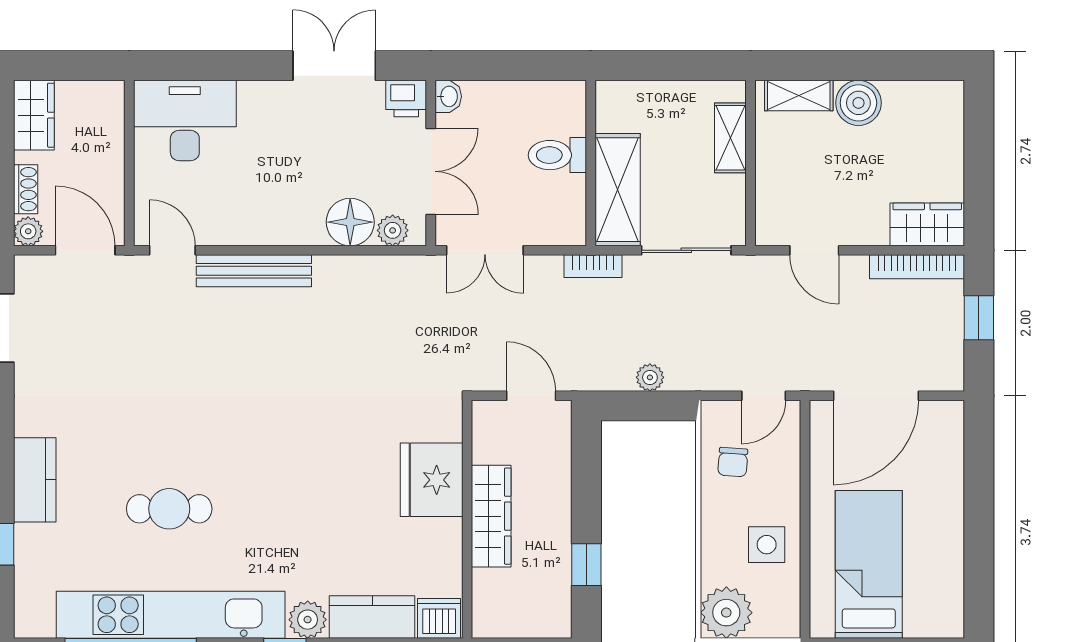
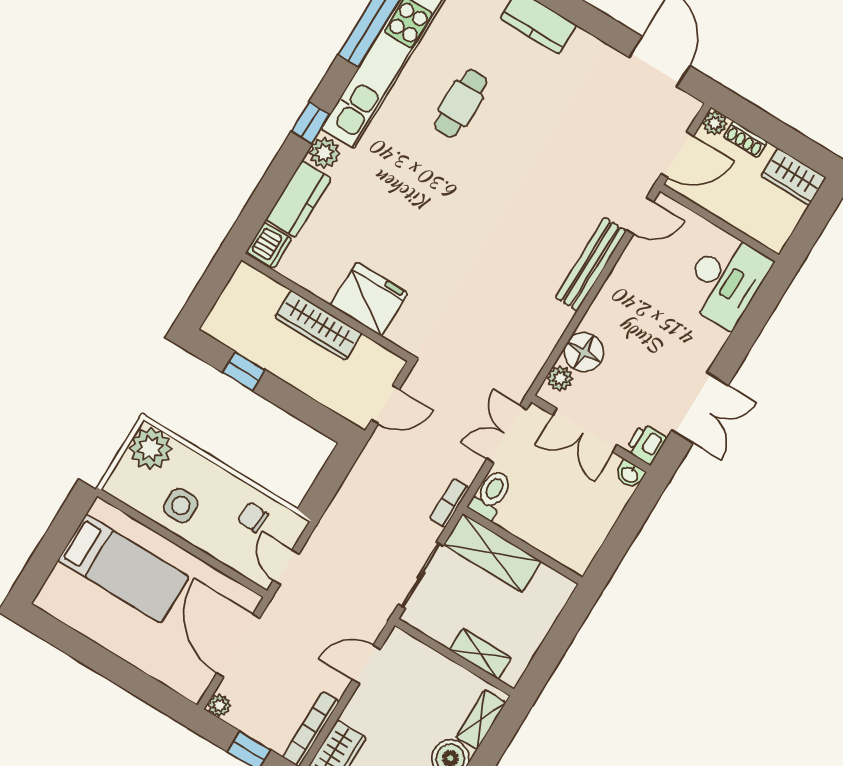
toilet: (557, 155) -> (491, 494), moved
plant: (650, 377) -> (219, 705), moved

